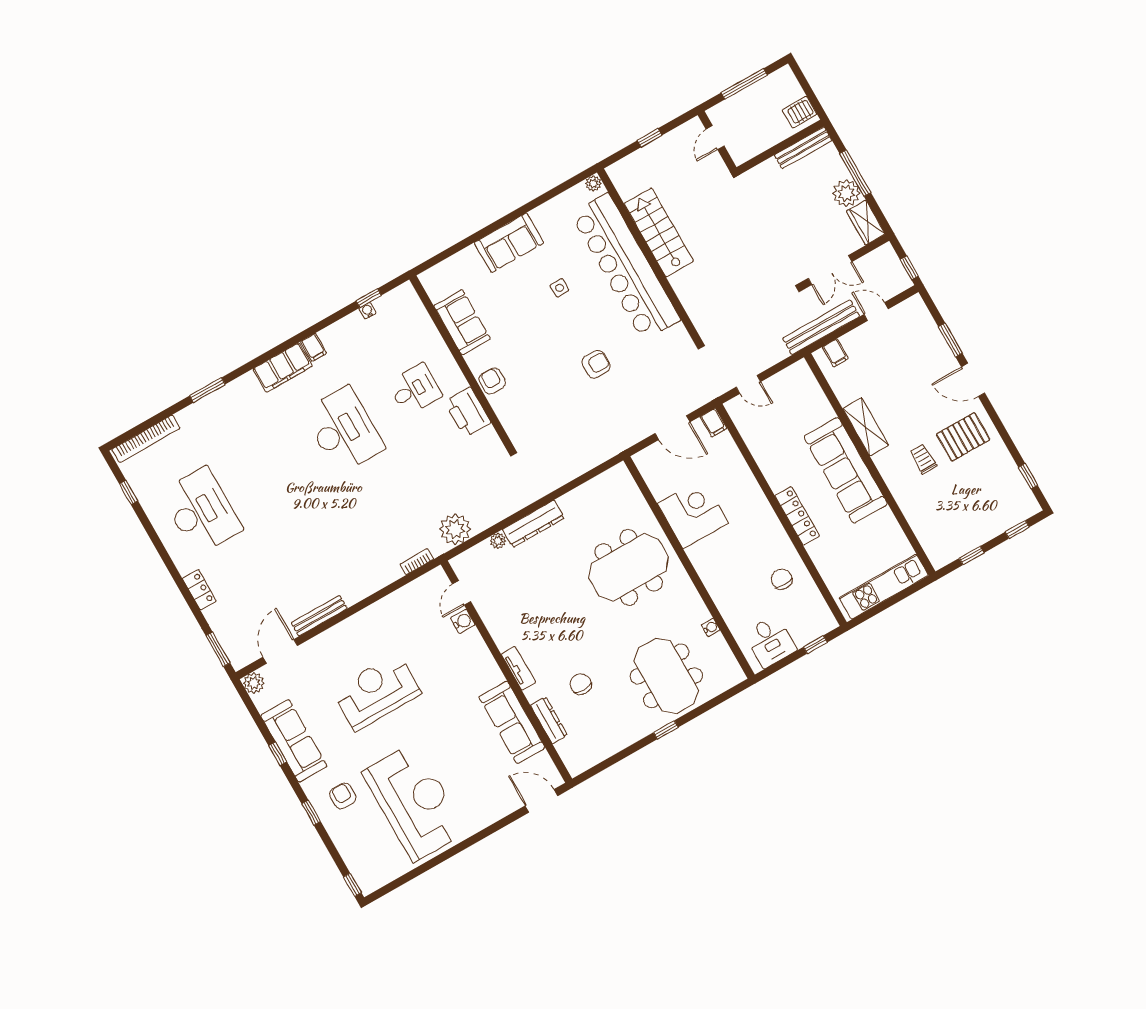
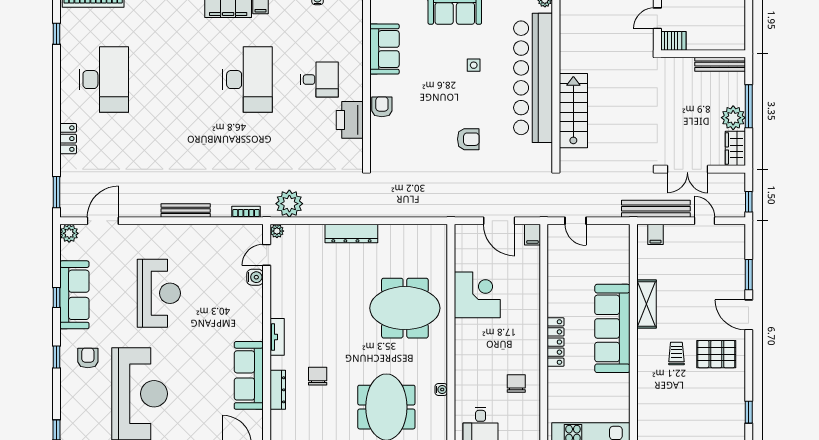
server rack: (799, 112) -> (673, 41), moved, turned 180
stairs: (659, 232) -> (573, 111), moved
plant: (498, 541) -> (277, 231), moved
bench: (319, 616) -> (186, 210), moved
reception desk: (377, 692) -> (159, 293), turned 90

